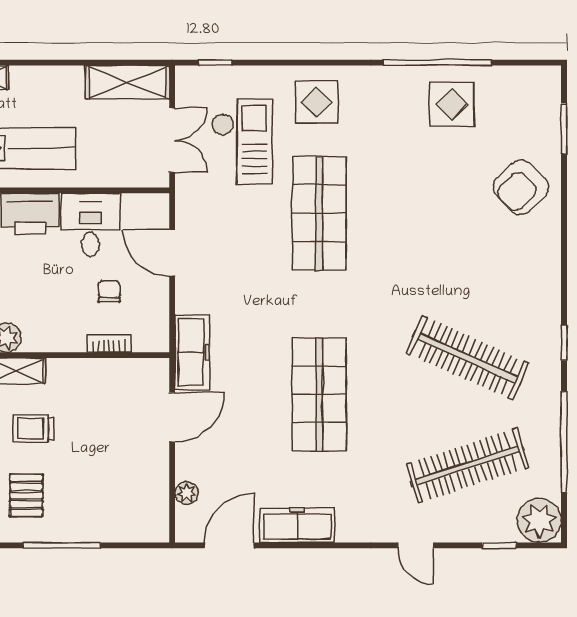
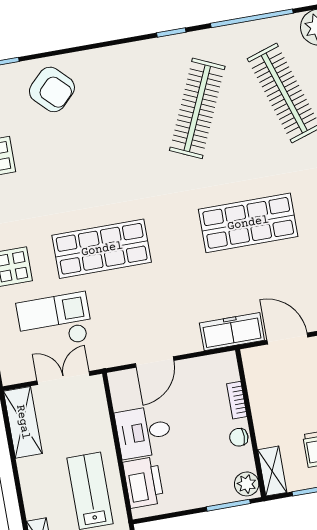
chair: (109, 291) -> (239, 437), moved

